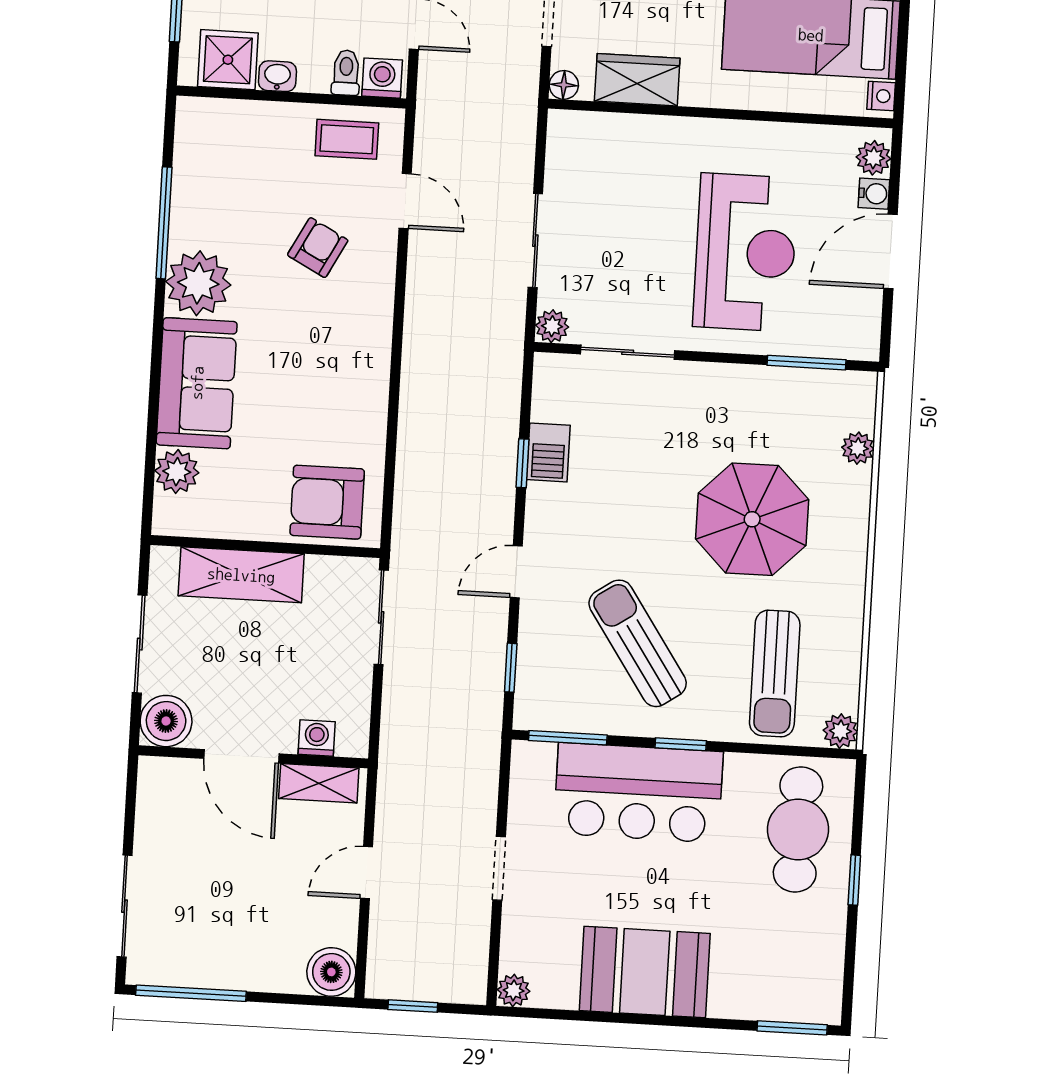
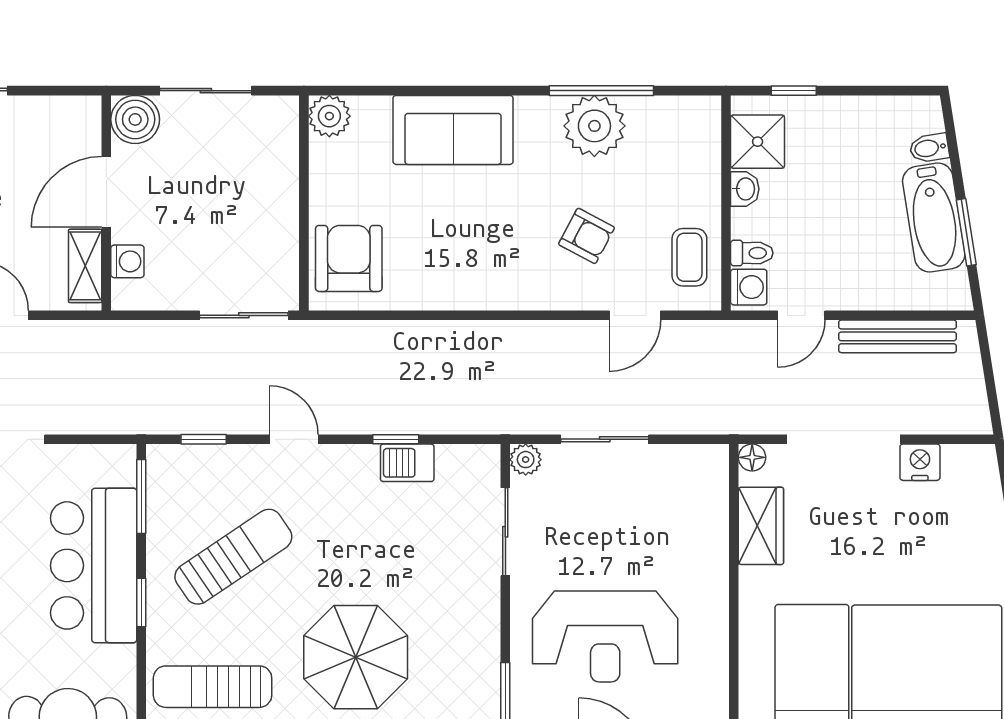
plant: (198, 283) -> (594, 126), moved
plant: (177, 472) -> (329, 116), moved
shelving: (241, 575) -> (276, 182), removed

